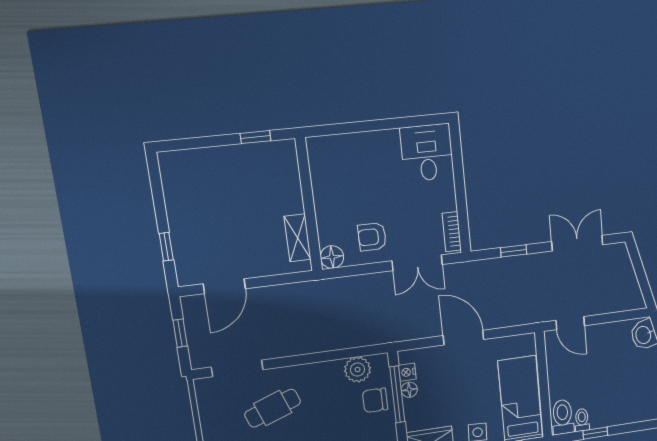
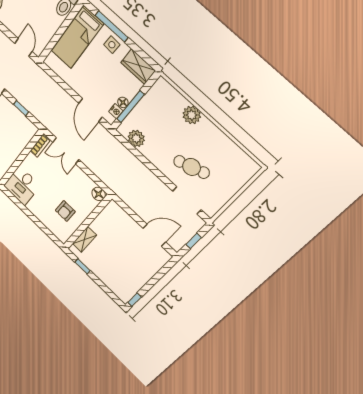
armchair: (372, 237) -> (65, 211), moved, turned 90
shelving: (298, 238) -> (85, 239), moved
window: (166, 247) -> (135, 300), moved
double door: (417, 263) -> (66, 151), swing flipped
door: (464, 338) -> (90, 110), moved
chair: (375, 400) -> (143, 116), removed

